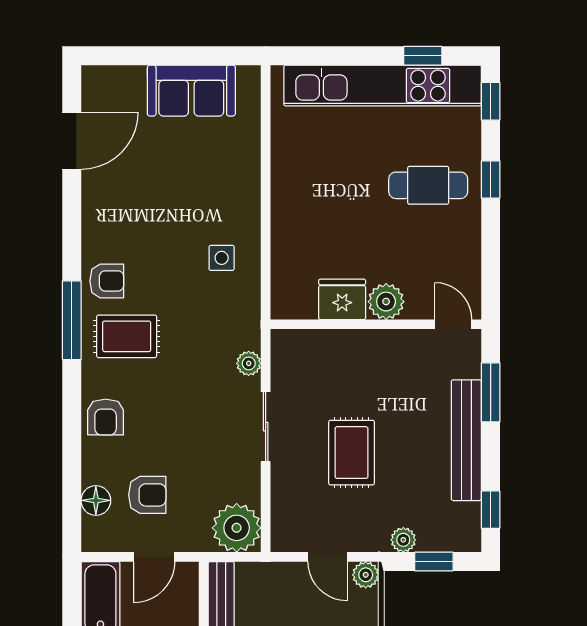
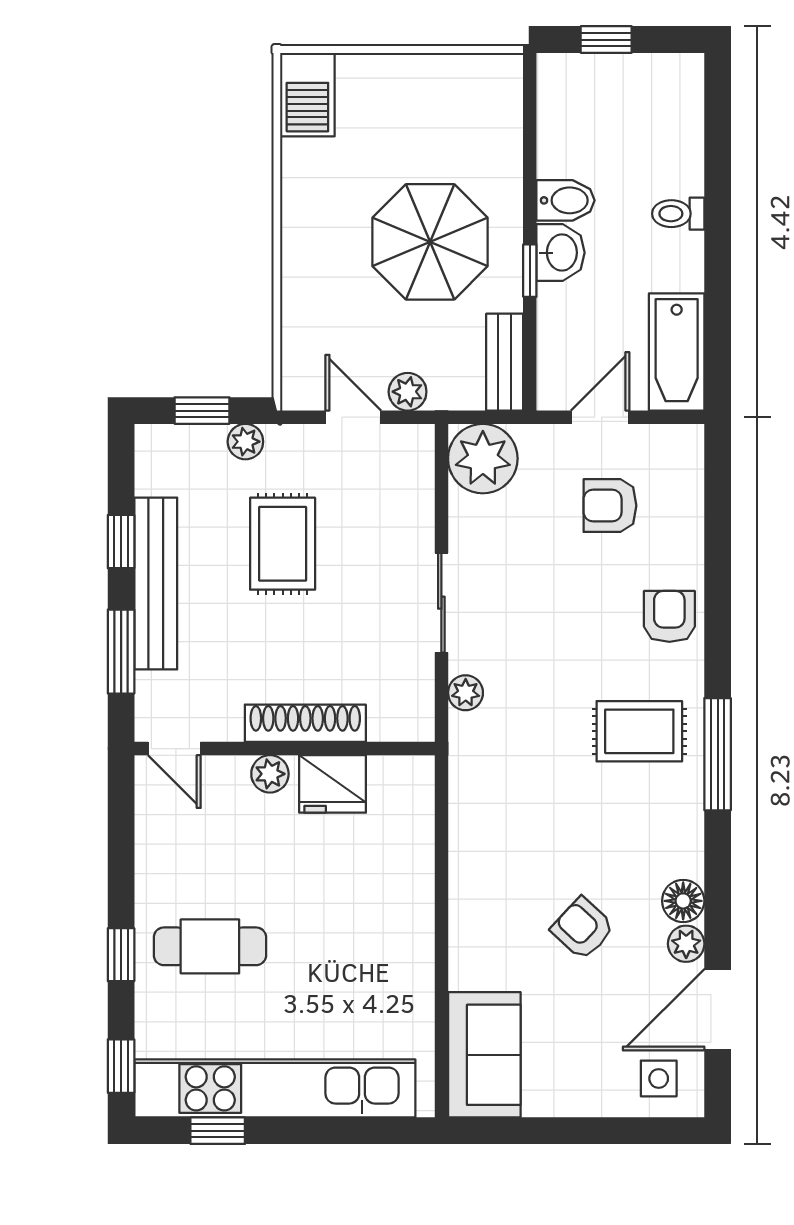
sofa: (191, 91) -> (484, 1055), moved, turned 90
plant: (94, 187) -> (686, 944), added
side table: (222, 258) -> (659, 1078), moved
armchair: (107, 281) -> (583, 928), moved, turned 43
plant: (386, 302) -> (270, 774), width x0.73, depth x0.73
shoe rack: (361, 342) -> (305, 723), added
rug: (352, 453) -> (283, 544), moved
floor lamp: (96, 500) -> (683, 901), moved
window: (491, 510) -> (121, 542), moved
plant: (366, 575) -> (408, 392), moved

